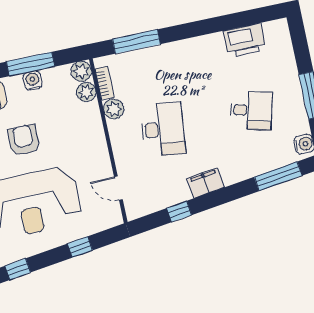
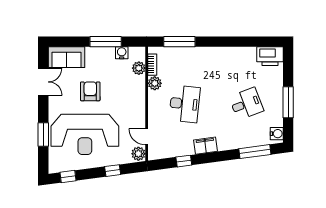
printer: (245, 40) -> (270, 56), moved
plant: (81, 71) -> (138, 154), moved
water cooler: (33, 80) -> (122, 53), moved
desk: (251, 110) -> (246, 104), turned -36

